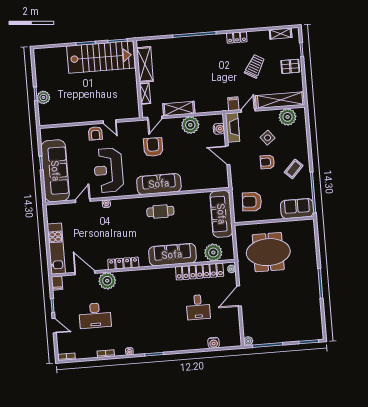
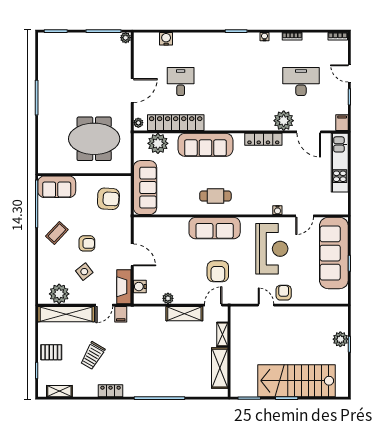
stairs: (101, 57) -> (296, 381), moved
plant: (190, 125) -> (168, 298), width x0.53, depth x0.53

